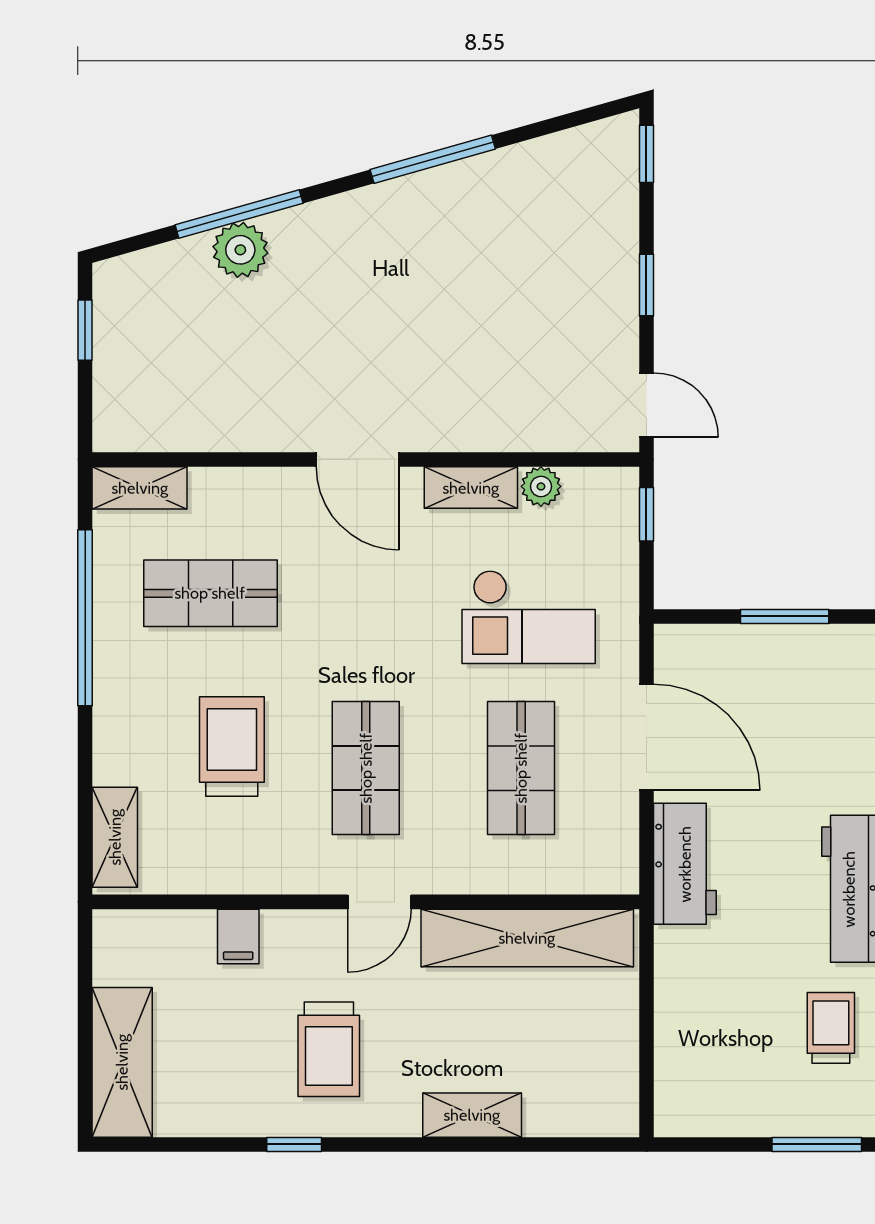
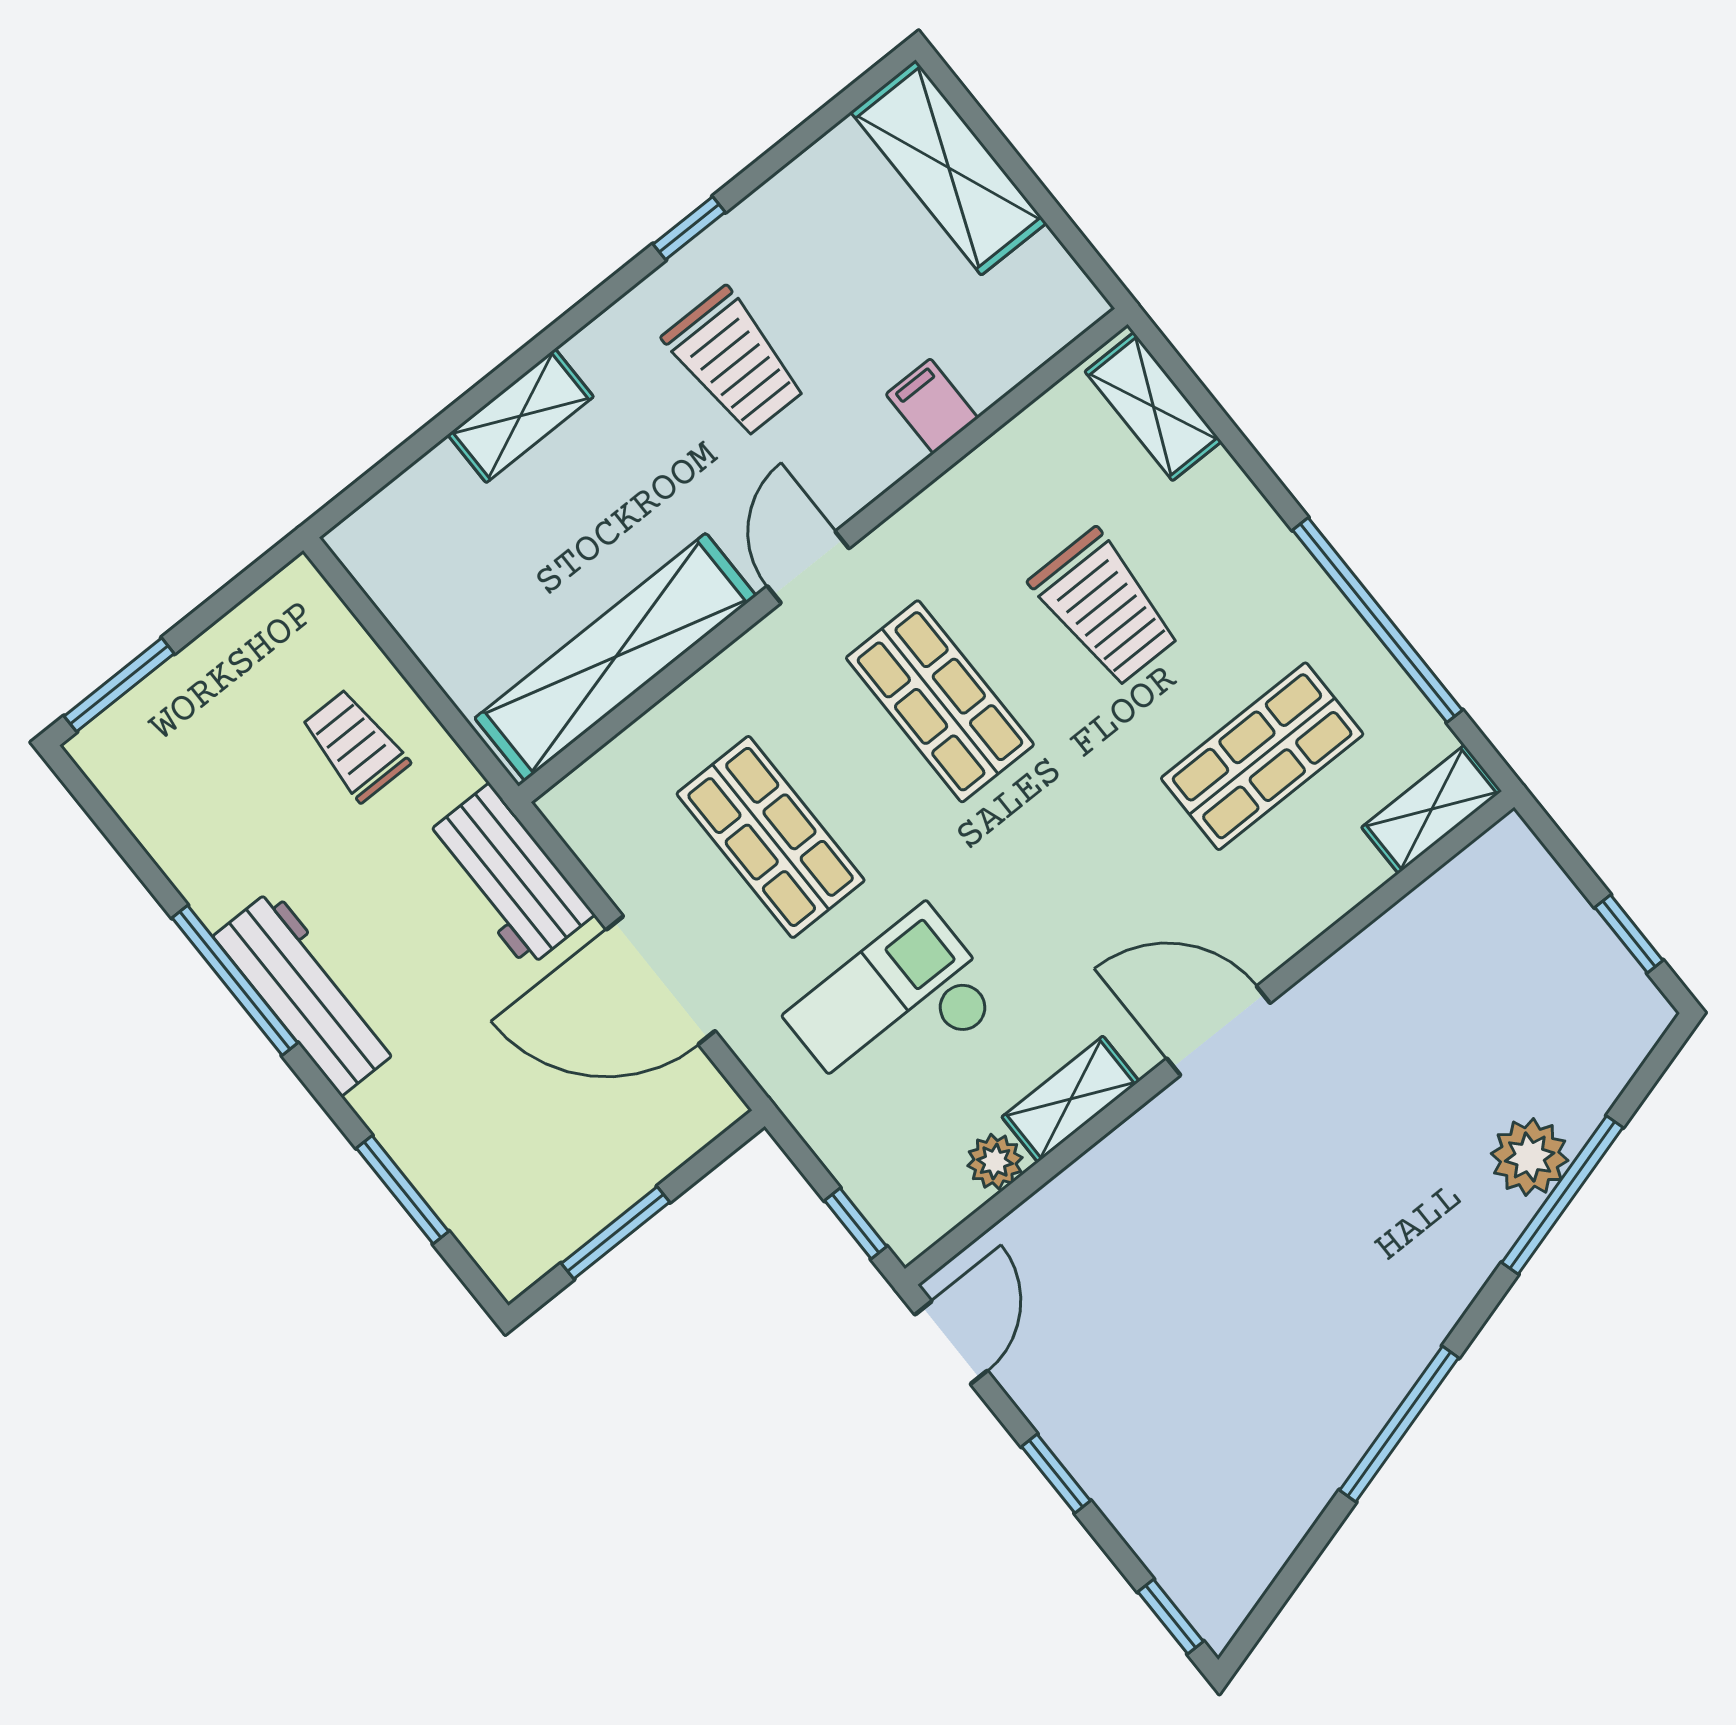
door: (646, 405) -> (951, 1343), swing flipped
trolley: (831, 1028) -> (355, 745), moved, turned 180
trolley: (329, 1049) -> (735, 362), turned 180

